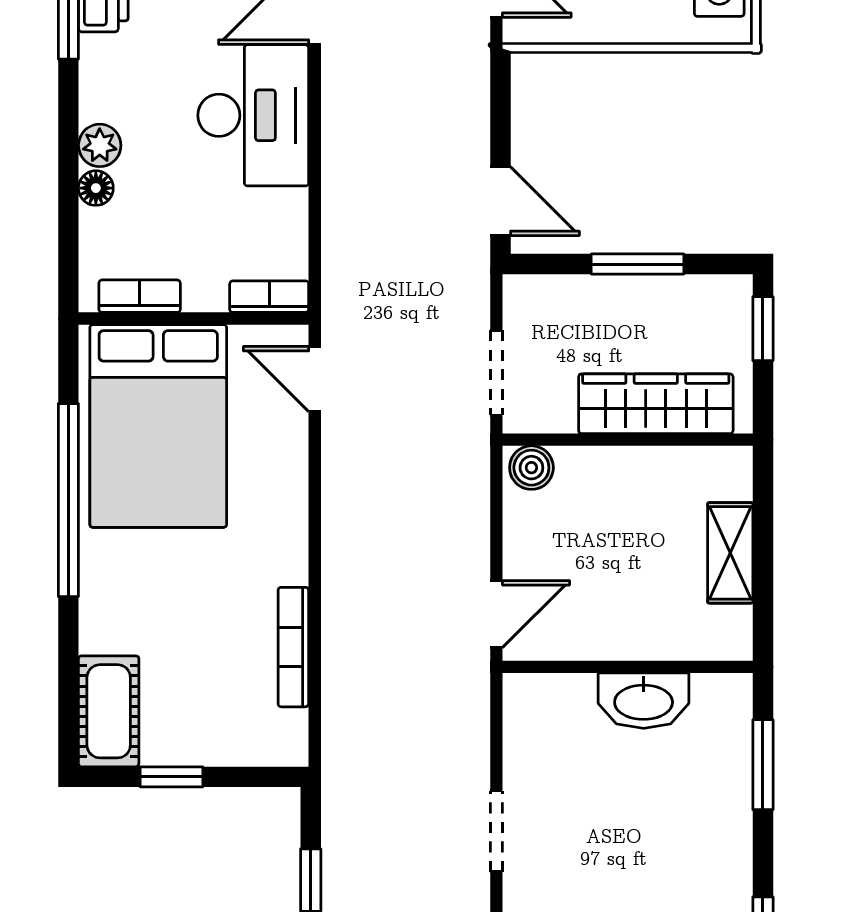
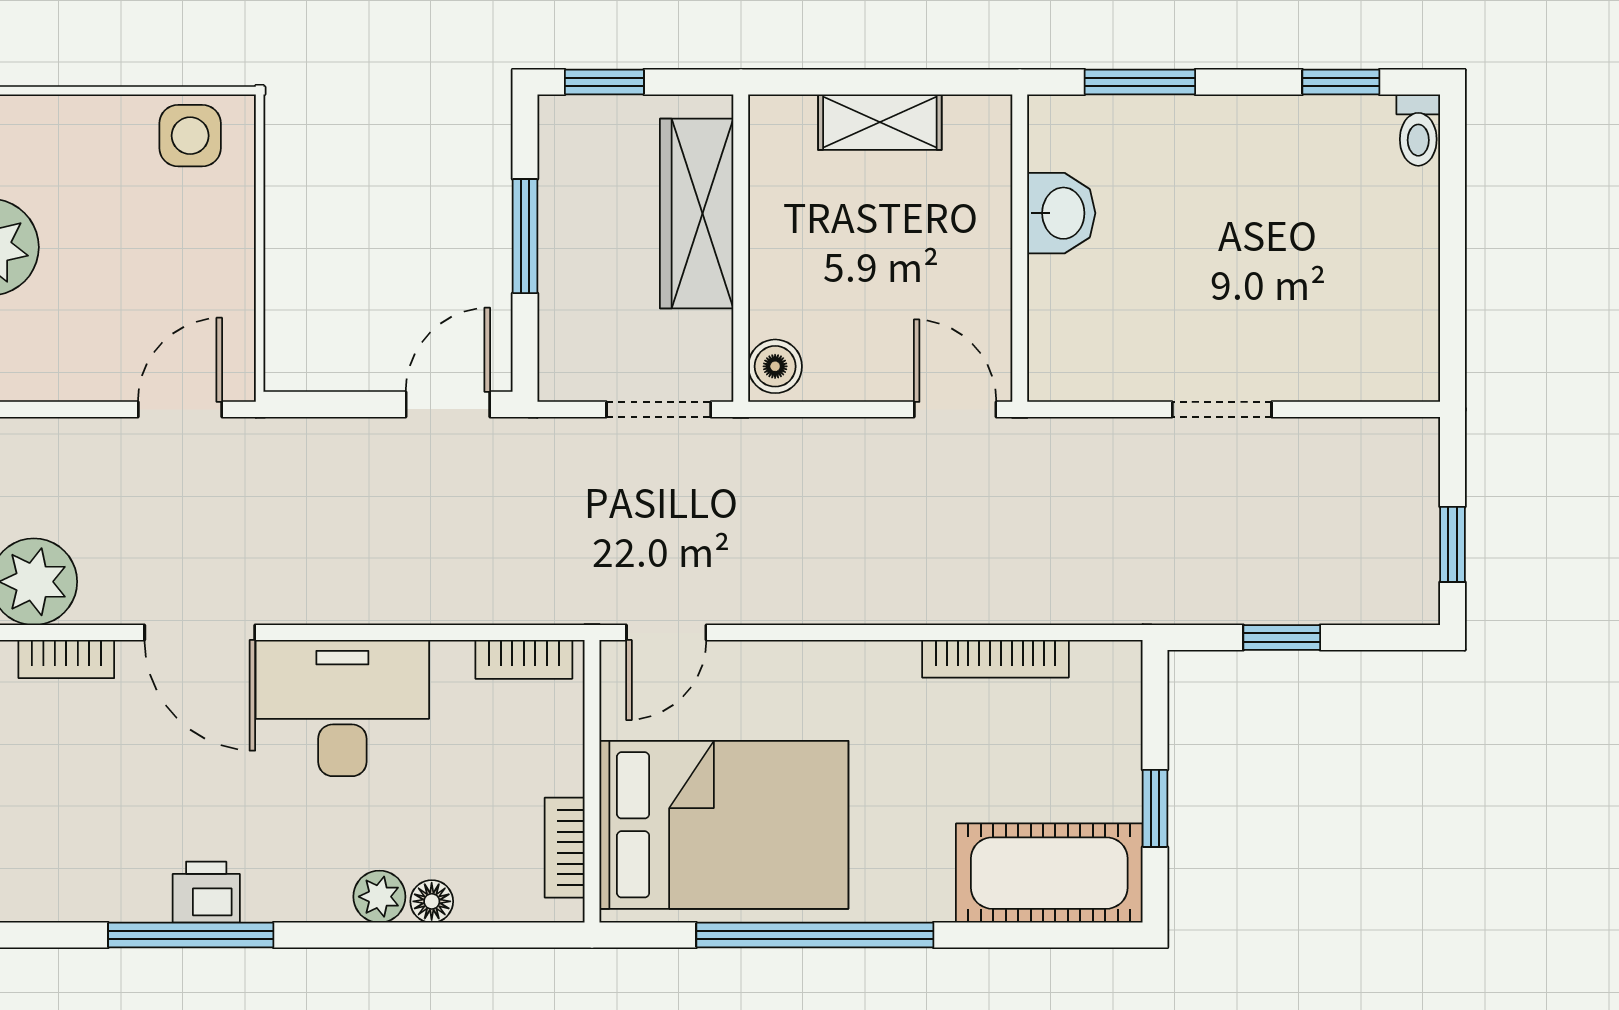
bookcase: (269, 297) -> (524, 659), moved, turned -90
washbasin: (644, 701) -> (1061, 213), width x0.72
cot: (109, 711) -> (1049, 873), width x1.37, depth x1.34

